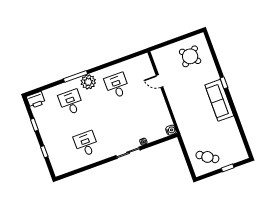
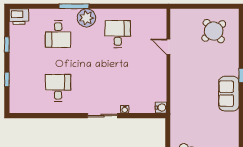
sofa: (219, 100) -> (229, 94), width x0.73
desk: (71, 102) -> (58, 34), turned 180

